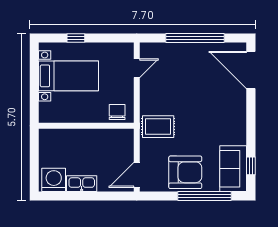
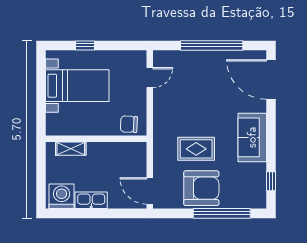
chair: (117, 112) -> (129, 124), turned -87
rug: (158, 127) -> (196, 149), moved
shelving: (62, 135) -> (71, 149), added
sofa: (233, 169) -> (252, 137), moved
door: (137, 175) -> (150, 191), hinge flipped

